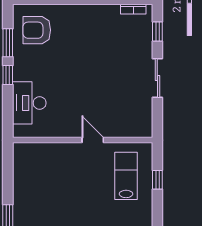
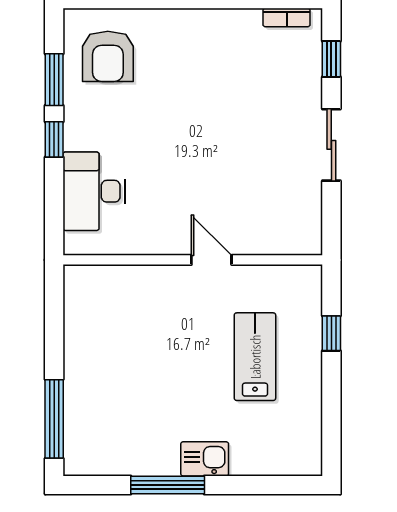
armchair: (37, 30) -> (108, 56), turned -90
lab bench: (126, 176) -> (255, 357), moved

